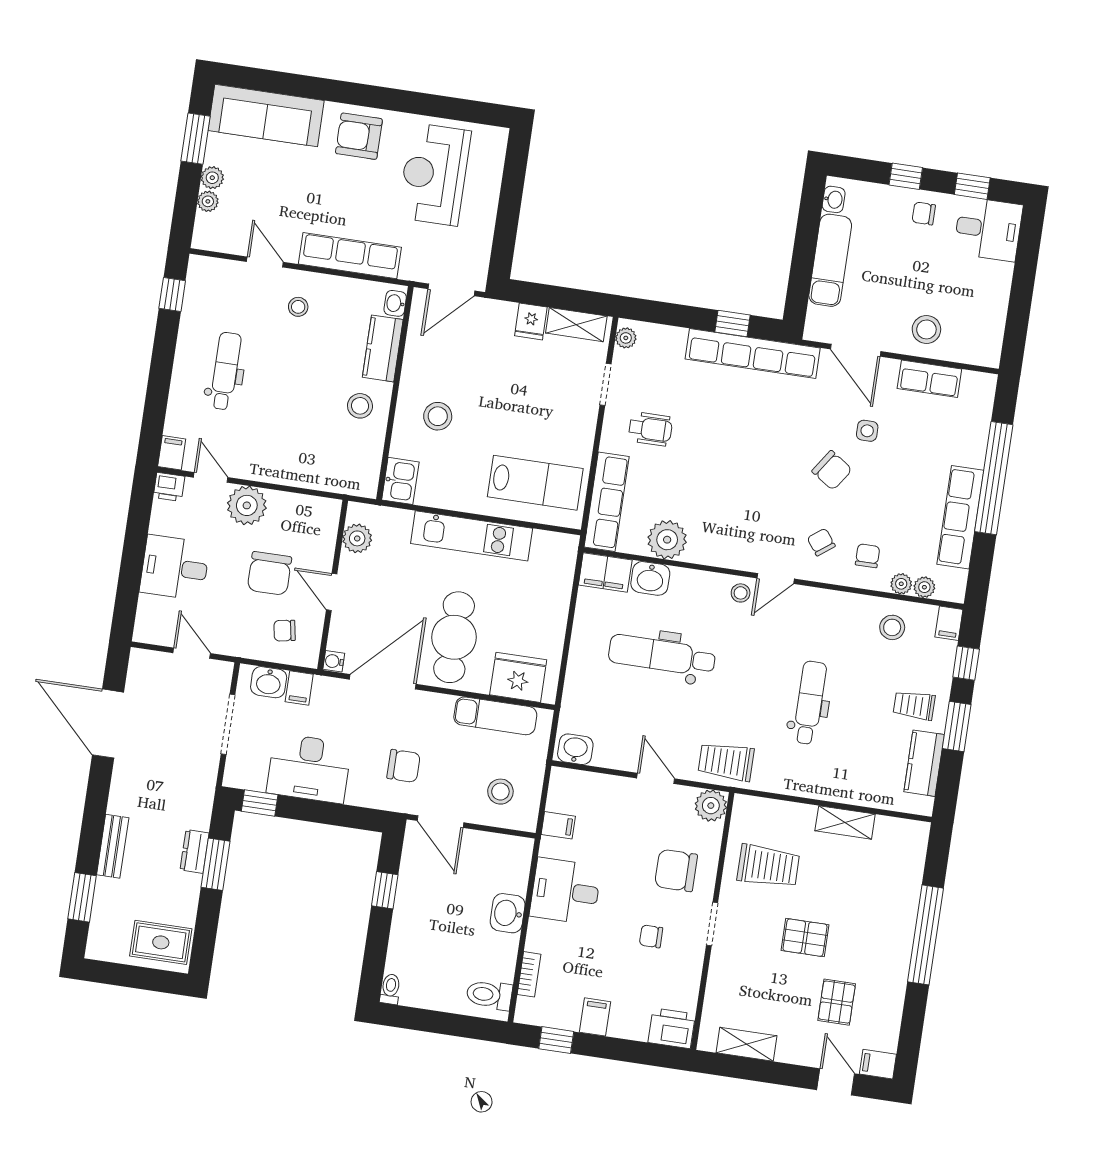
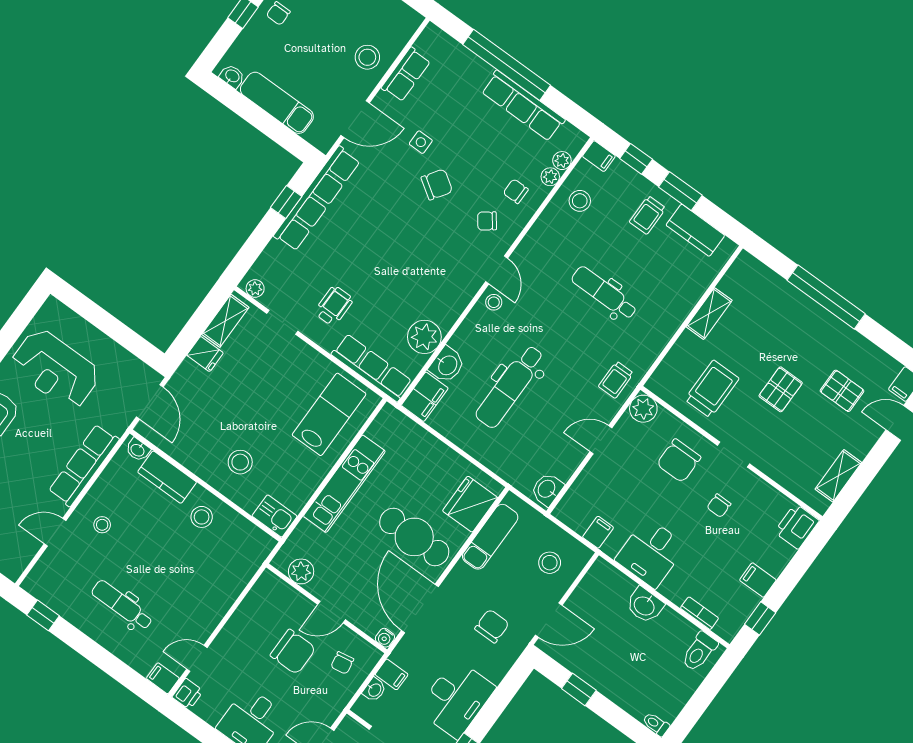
plant: (247, 505) -> (232, 642), removed
washbasin: (269, 682) -> (374, 690), width x0.72, depth x0.69
trolley: (726, 762) -> (616, 380), width x0.73, depth x0.72

